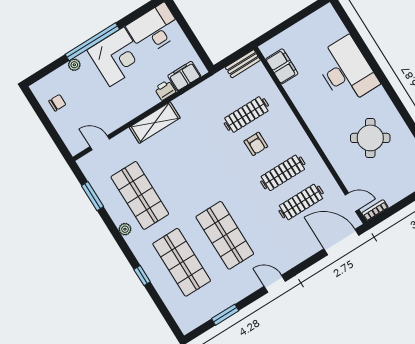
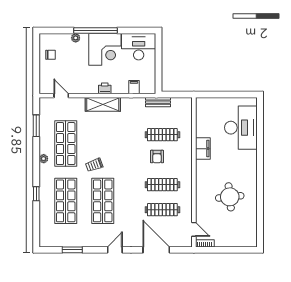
bench: (243, 64) -> (158, 102), moved
filing cabinet: (282, 66) -> (203, 149), moved
desk: (346, 71) -> (241, 128), moved
filing cabinet: (184, 76) -> (134, 87), width x0.50
printer: (165, 90) -> (105, 88), moved
round table: (370, 138) -> (230, 197), turned -38
trolley: (189, 200) -> (94, 165), added
door: (341, 242) -> (156, 250), moved
door: (275, 284) -> (115, 250), hinge flipped

